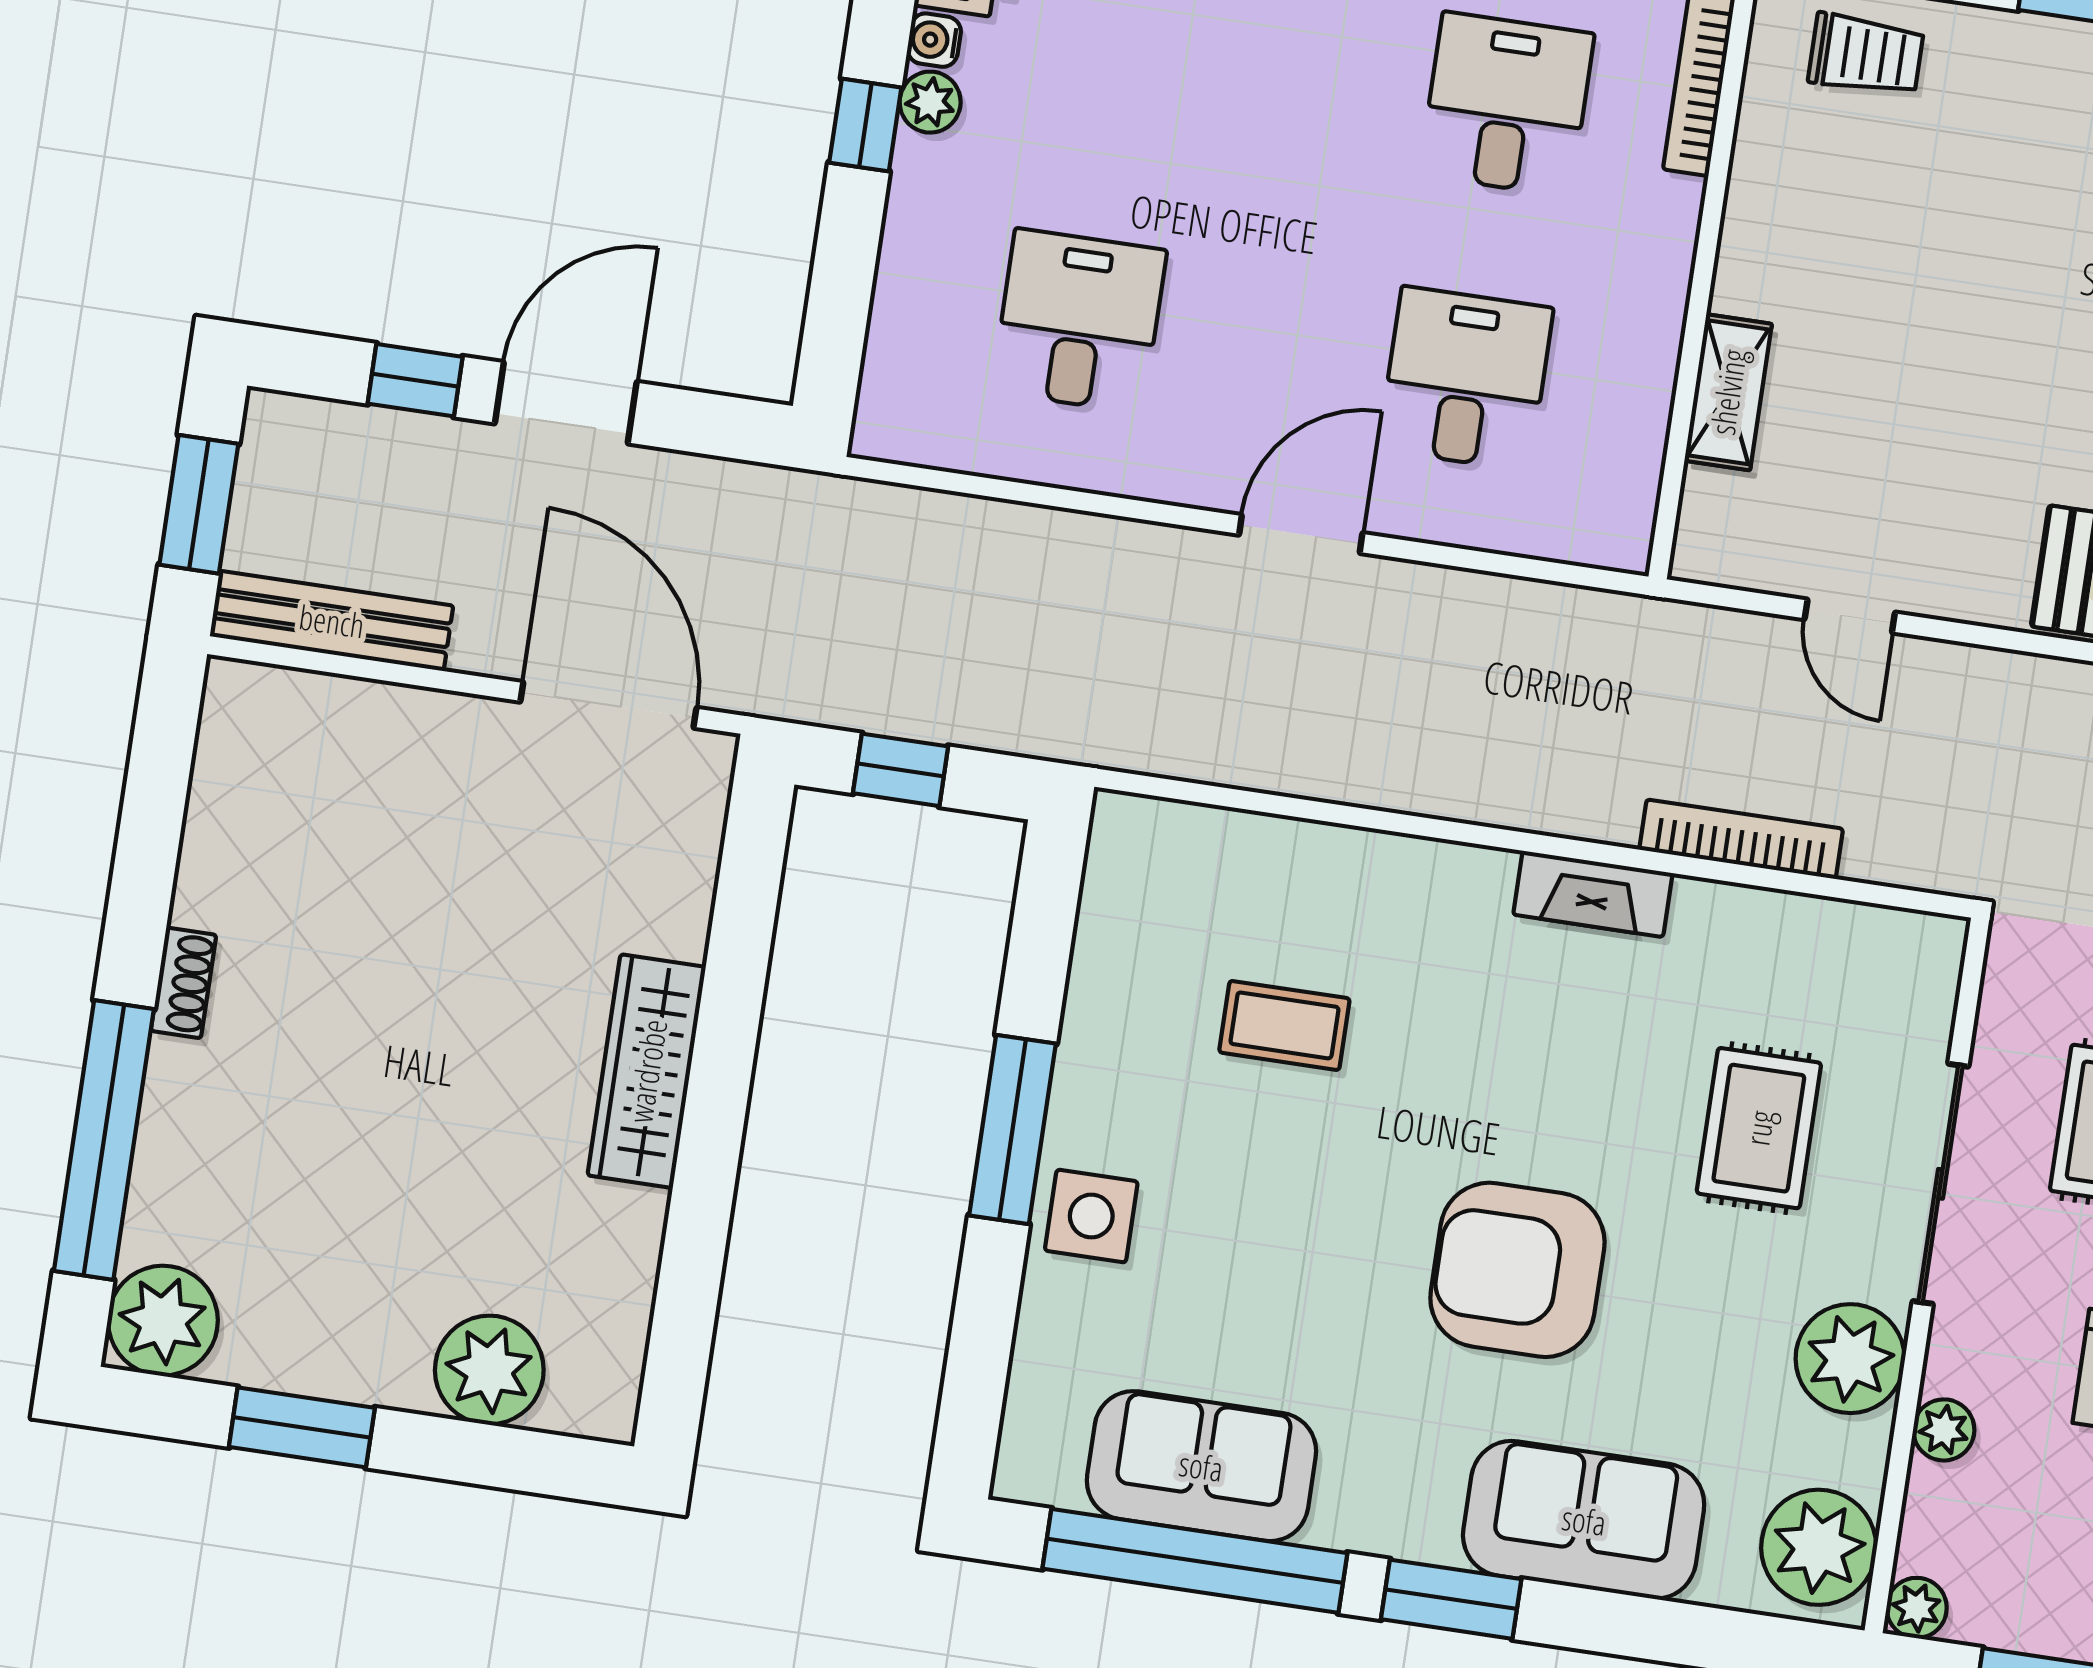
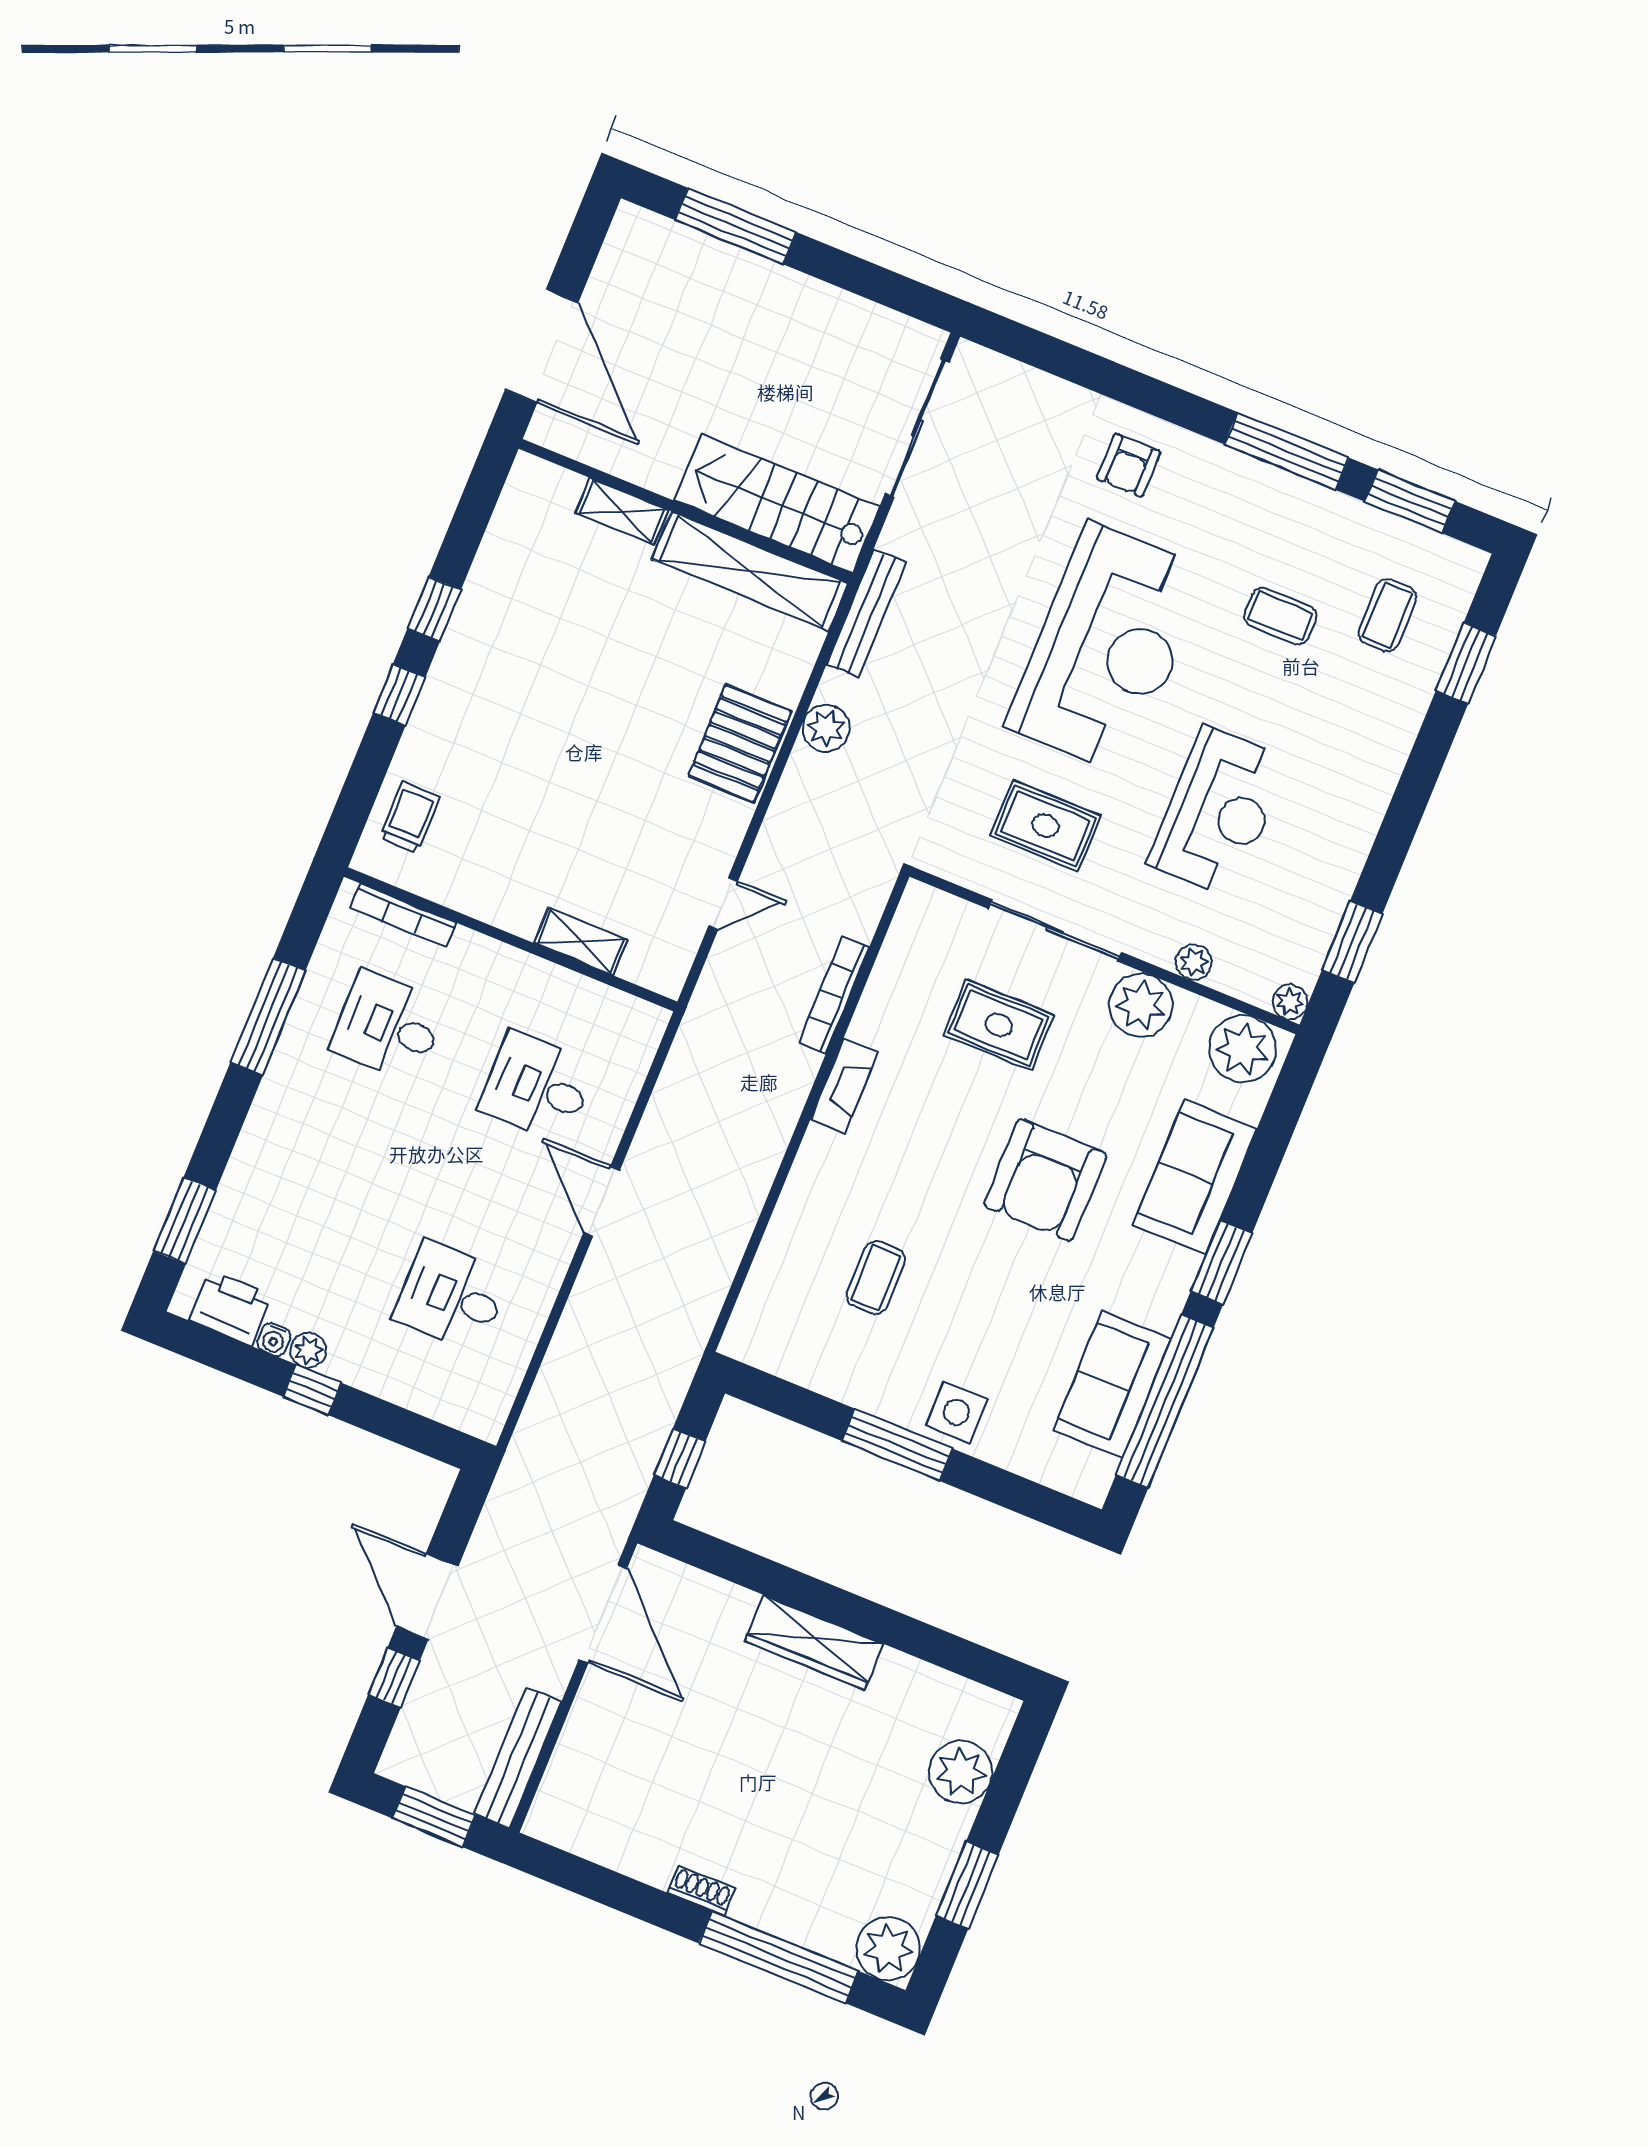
door: (608, 705) -> (603, 1614), swing flipped

